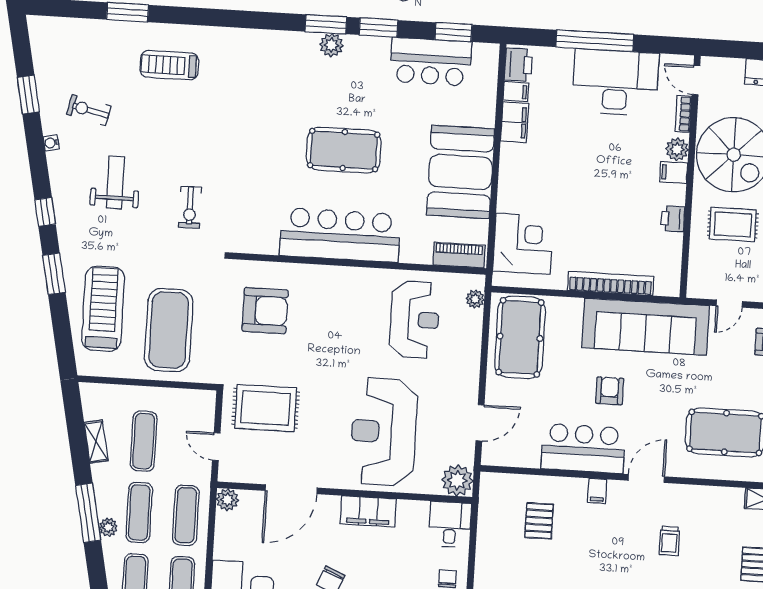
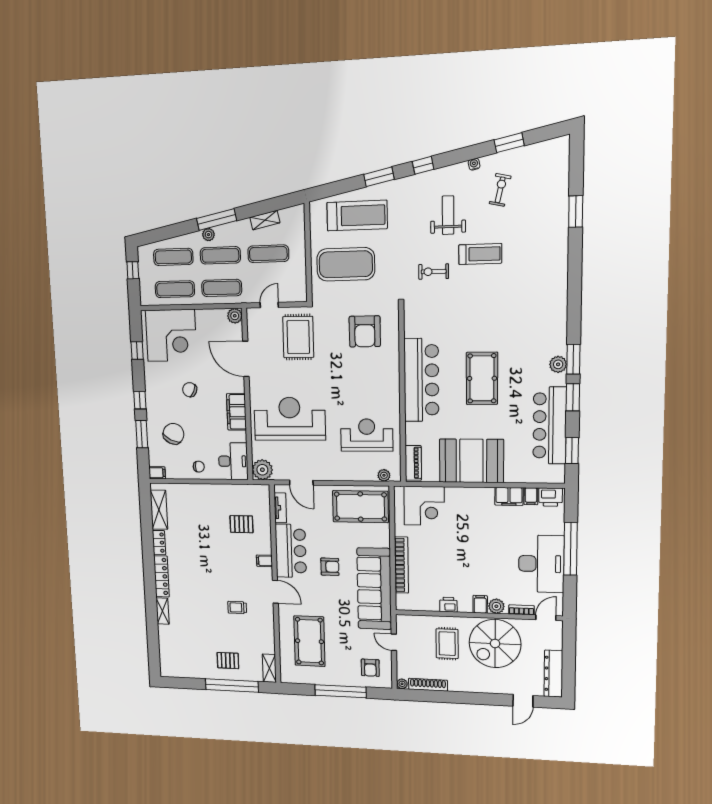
bar counter: (431, 62) -> (550, 426), width x1.36
treadmill: (169, 65) -> (480, 254), moved, turned 90
weight bench: (115, 182) -> (448, 215), turned -90
reception desk: (415, 320) -> (367, 435), turned 180
tv unit: (517, 458) -> (280, 508), added
desk: (450, 524) -> (233, 461), width x1.37

